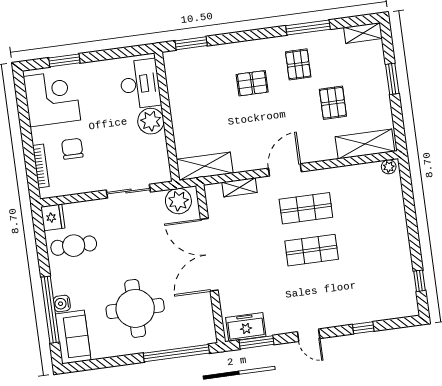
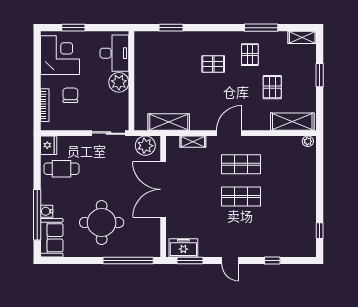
desk: (140, 84) -> (114, 53), moved
wall: (167, 117) -> (131, 81), moved
plant: (151, 121) -> (119, 82), moved

